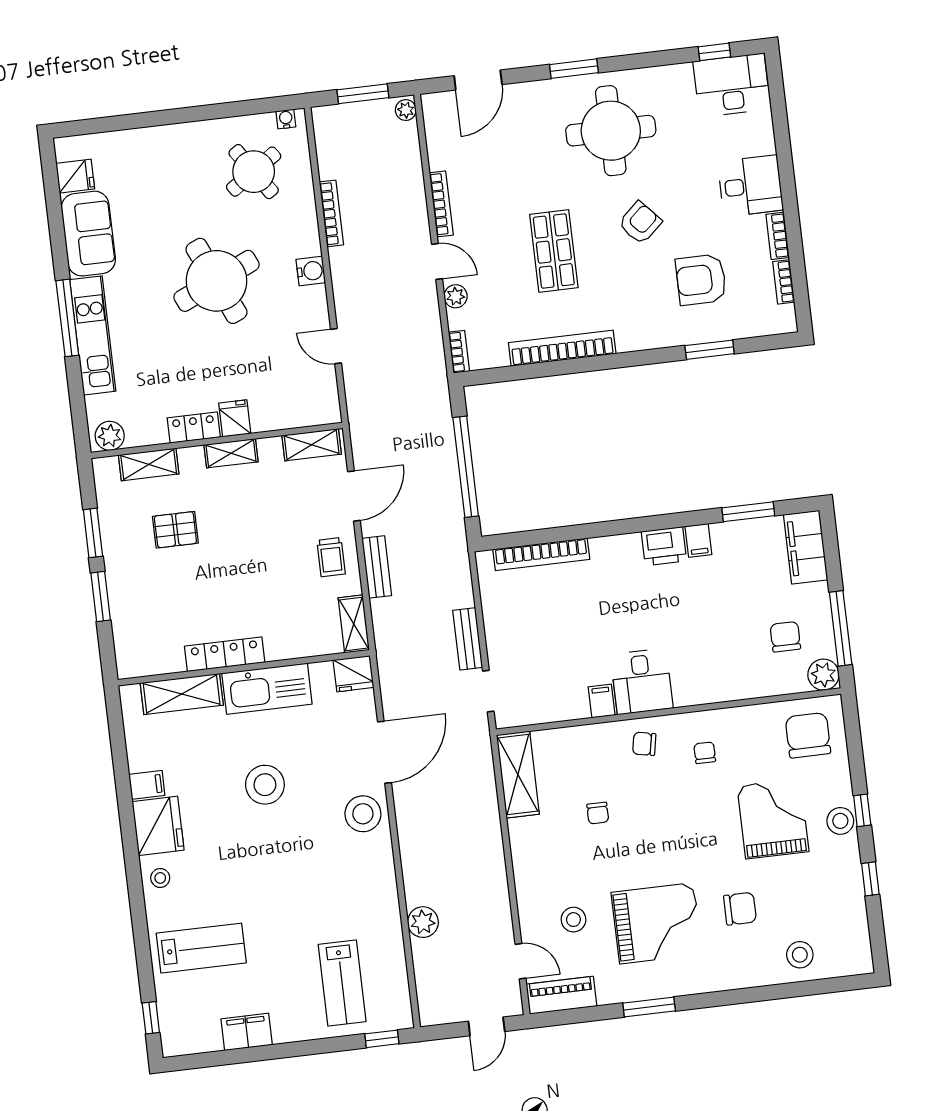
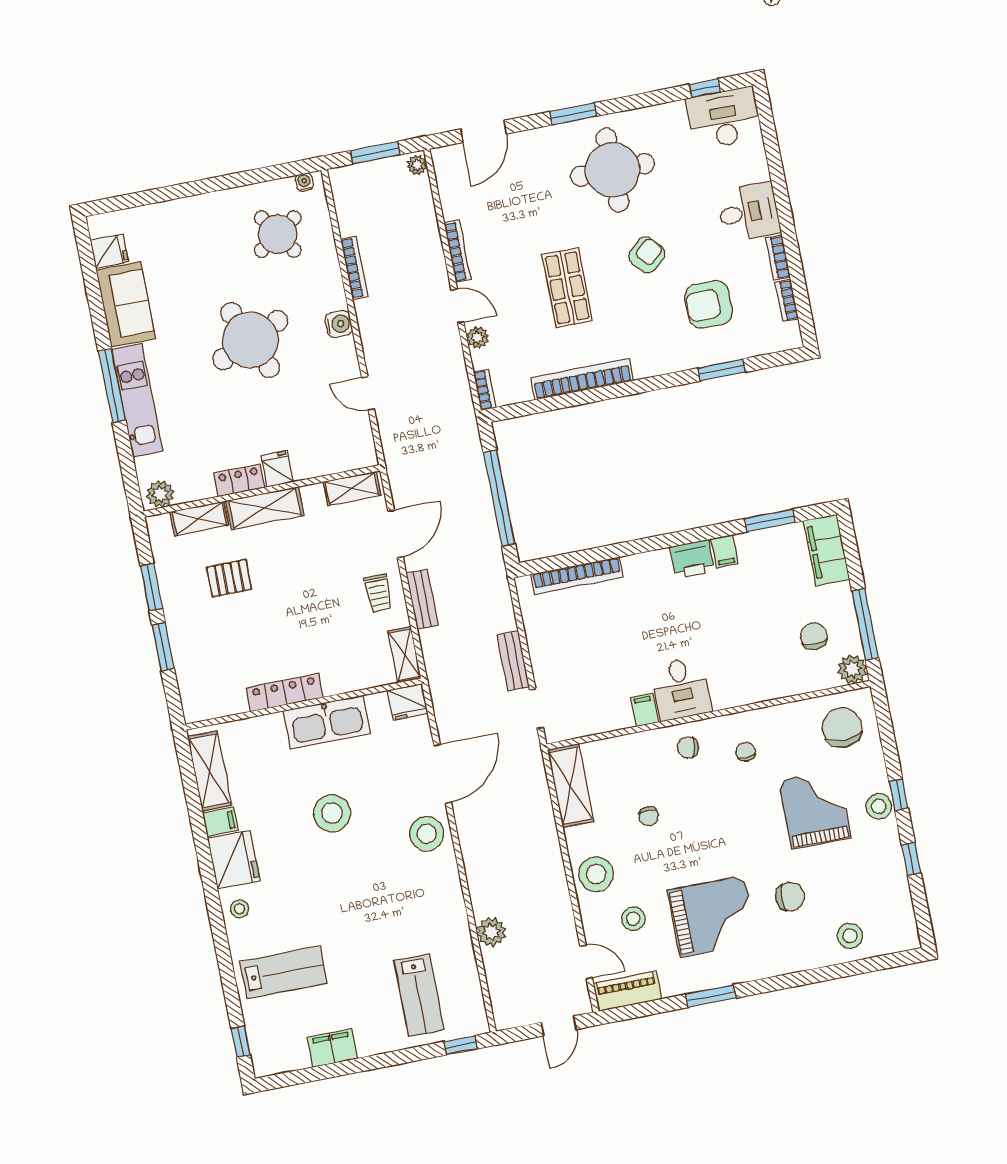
shelving: (231, 453) -> (265, 508), width x1.50, depth x1.33
shelving: (182, 694) -> (210, 771), moved, turned 90
stool: (538, 870) -> (596, 874), added

